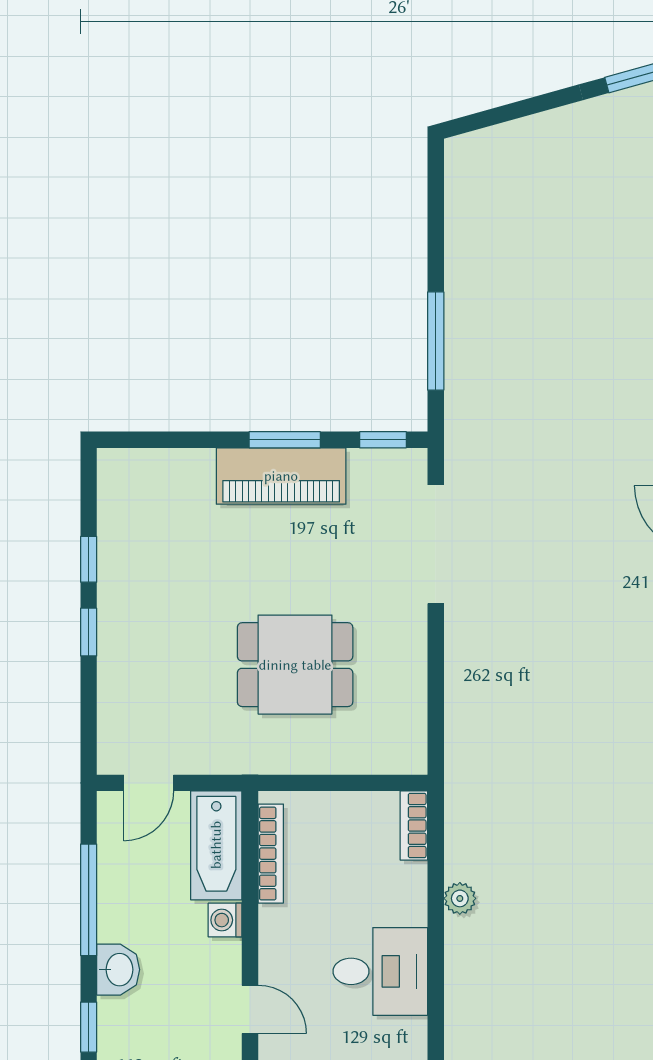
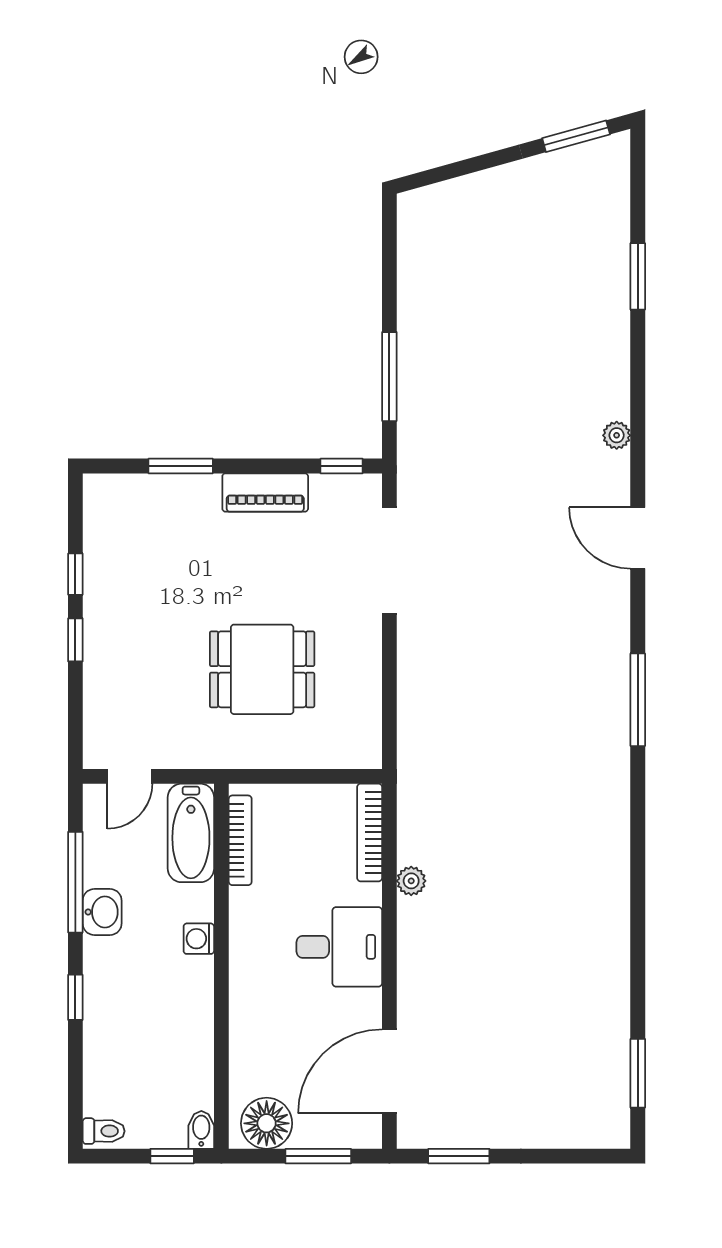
window: (285, 440) -> (181, 466), moved
piano: (281, 476) -> (265, 492), width x0.73, depth x0.75
bookcase: (414, 826) -> (370, 832), width x1.56
washing machine: (225, 920) -> (199, 939), moved
washbasin: (118, 970) -> (102, 912), moved
door: (250, 1009) -> (221, 981), removed

